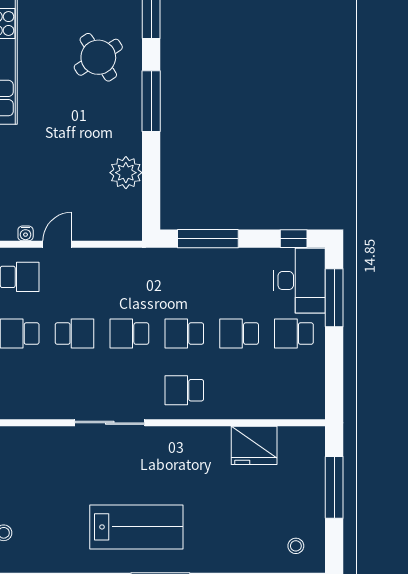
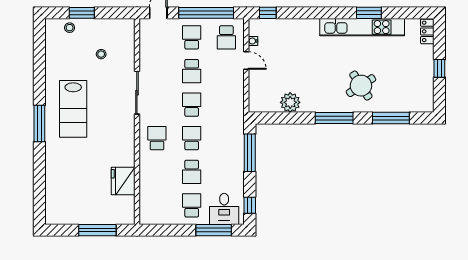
desk: (300, 281) -> (224, 209), width x0.73
school desk: (239, 334) -> (192, 172), turned 180
stool: (296, 546) -> (101, 54), moved

